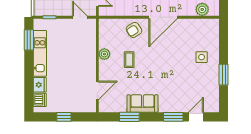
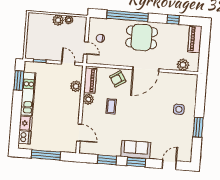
piano: (105, 34) -> (90, 81), added
plant: (90, 41) -> (76, 86), added
door: (97, 90) -> (79, 133), hinge flipped
sofa: (142, 104) -> (136, 150), moved
window: (64, 117) -> (46, 155), width x2.17
window: (173, 117) -> (136, 162), moved

